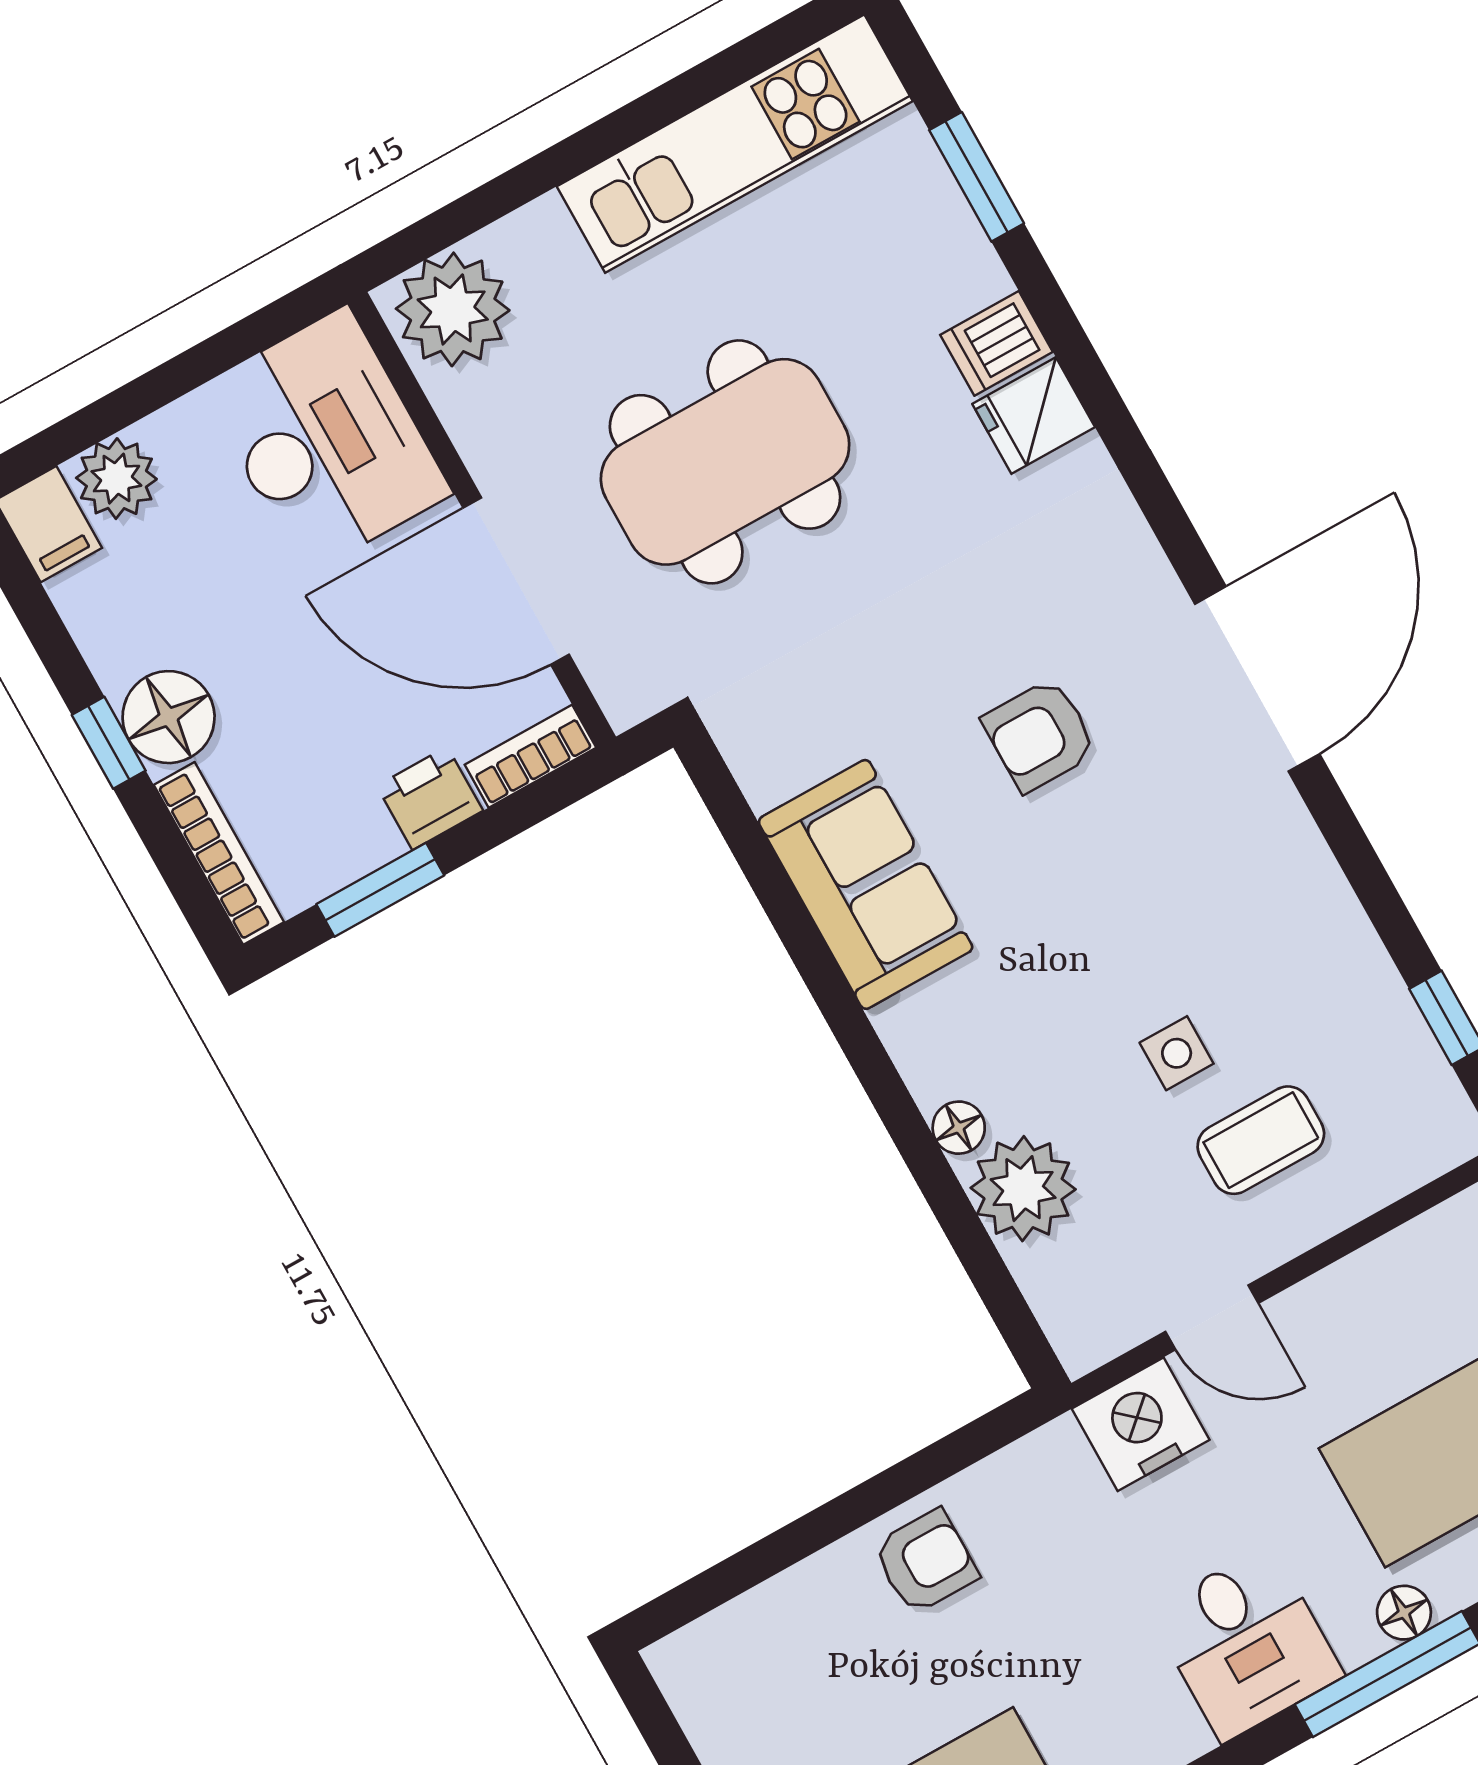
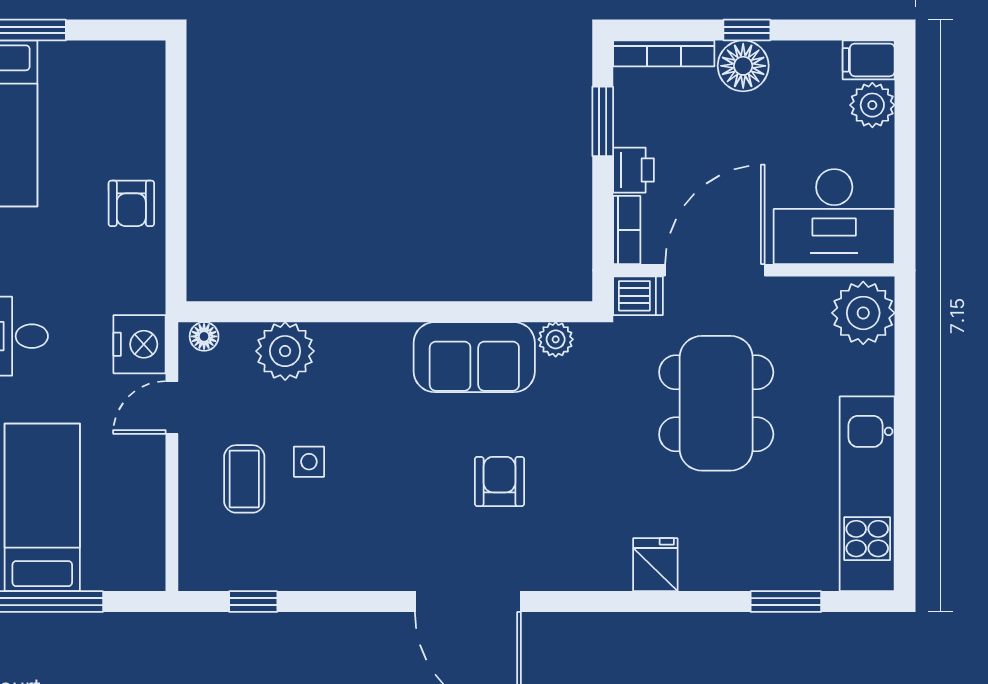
dishwasher: (997, 343) -> (638, 296), moved, turned 90
plant: (766, 772) -> (556, 339), added
floor lamp: (959, 1128) -> (204, 336), moved

